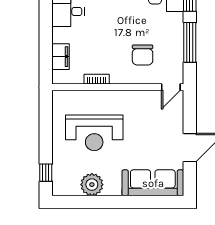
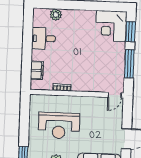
chair: (143, 55) -> (95, 71), removed

